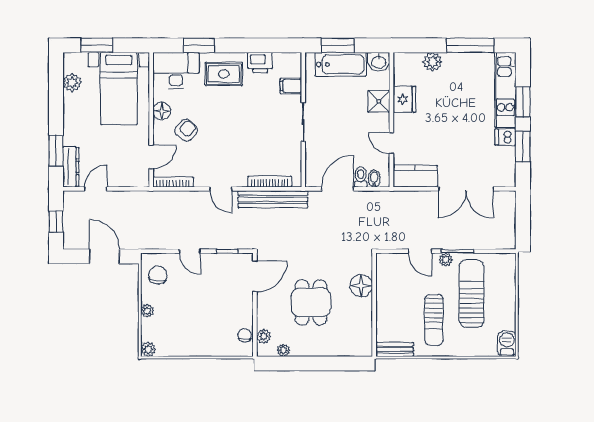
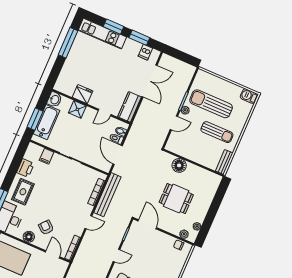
plant: (432, 62) -> (68, 69), removed
dishwasher: (505, 137) -> (145, 52), moved

